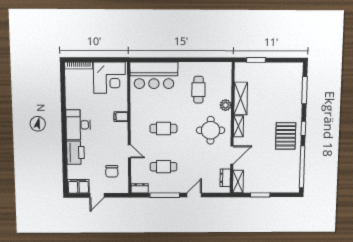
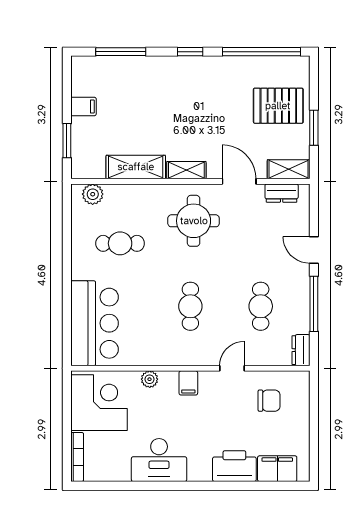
filing cabinet: (275, 69) -> (83, 106), added
plant: (226, 105) -> (93, 194), moved
plant: (123, 106) -> (150, 379), added
filing cabinet: (121, 117) -> (188, 383), moved
desk: (78, 125) -> (159, 460), moved
pallet: (286, 136) -> (278, 106), moved
filing cabinet: (78, 186) -> (277, 469), moved, turned 90
door: (97, 195) -> (314, 428), removed

